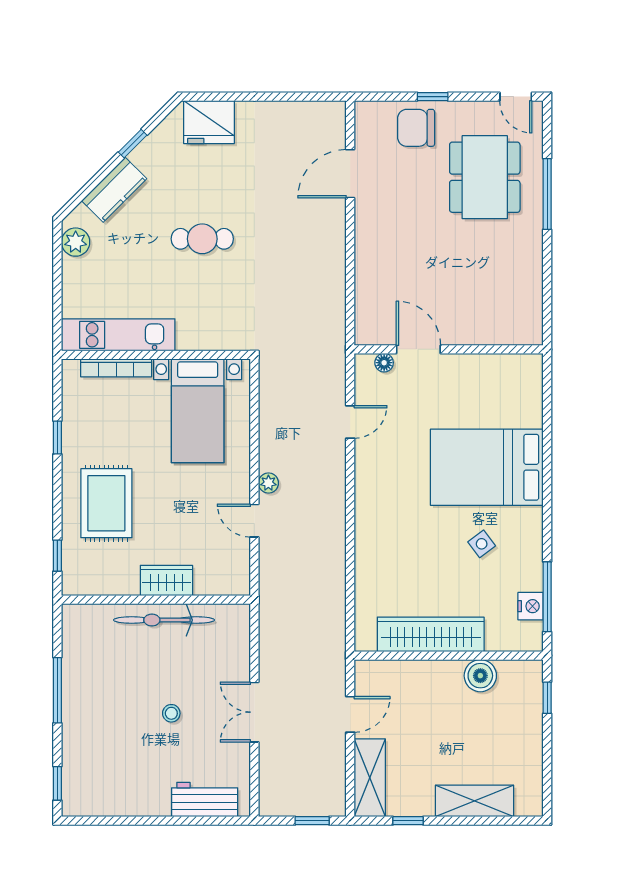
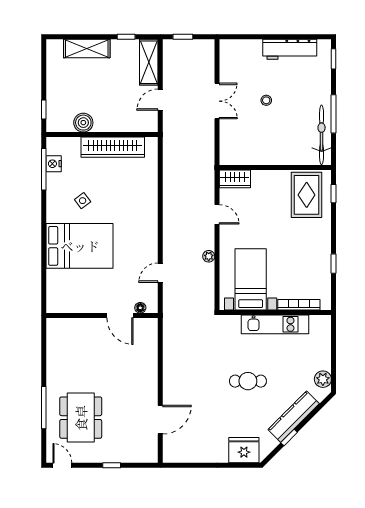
chair: (416, 128) -> (121, 447), removed
kitchen counter: (114, 190) -> (294, 417), width x1.50
kitchen unit: (118, 335) -> (275, 324), moved
plant: (268, 483) -> (209, 256), moved
rug: (106, 503) -> (307, 195), moved
wardrobe: (166, 580) -> (235, 179), moved
bicycle: (164, 620) -> (322, 135), moved, turned -90
workbench: (205, 799) -> (290, 49), moved, width x1.38

